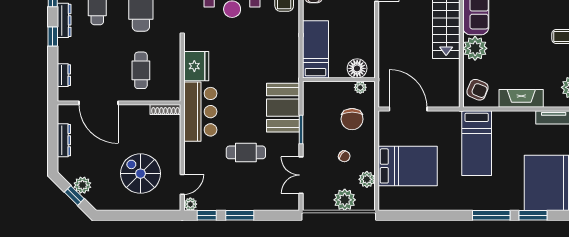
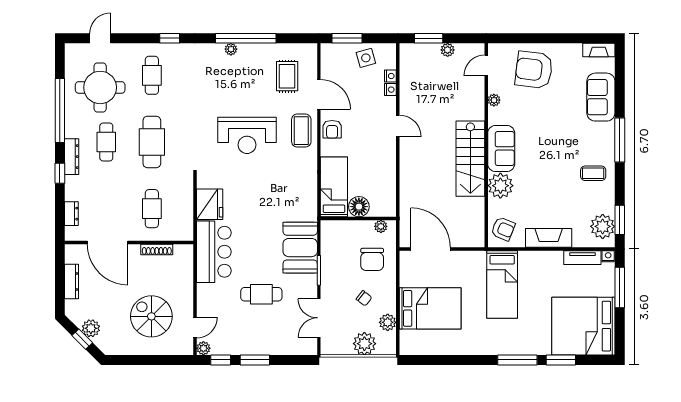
floor lamp: (357, 68) -> (359, 207), moved
shoe rack: (165, 110) -> (157, 250), moved

